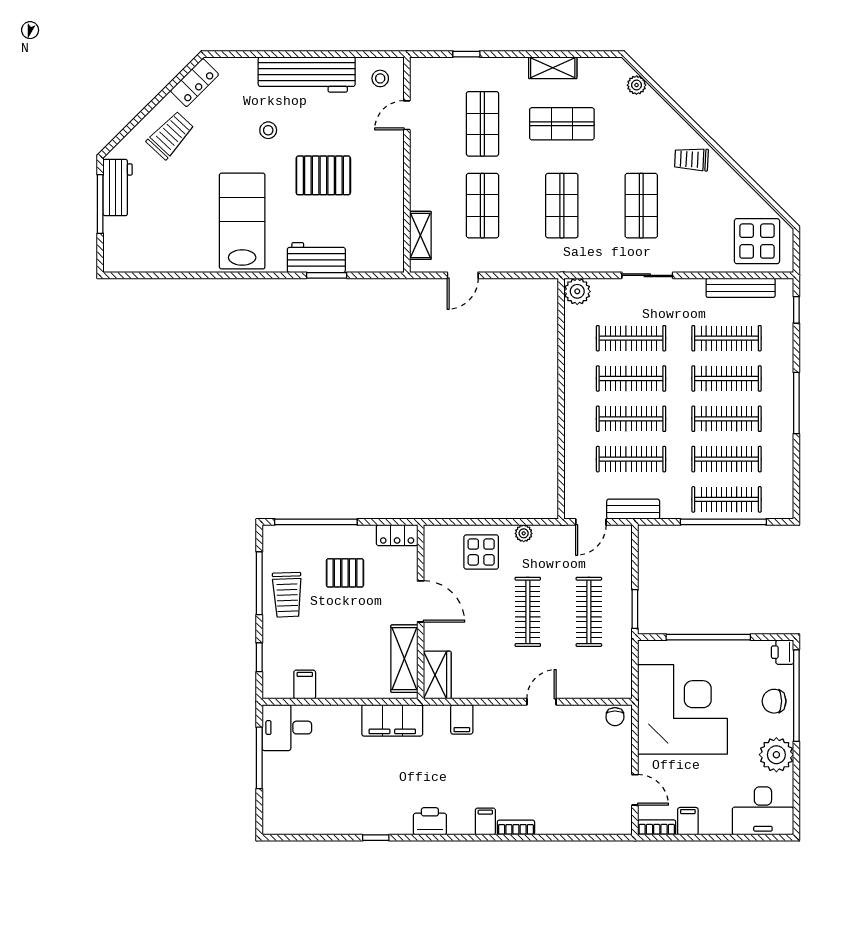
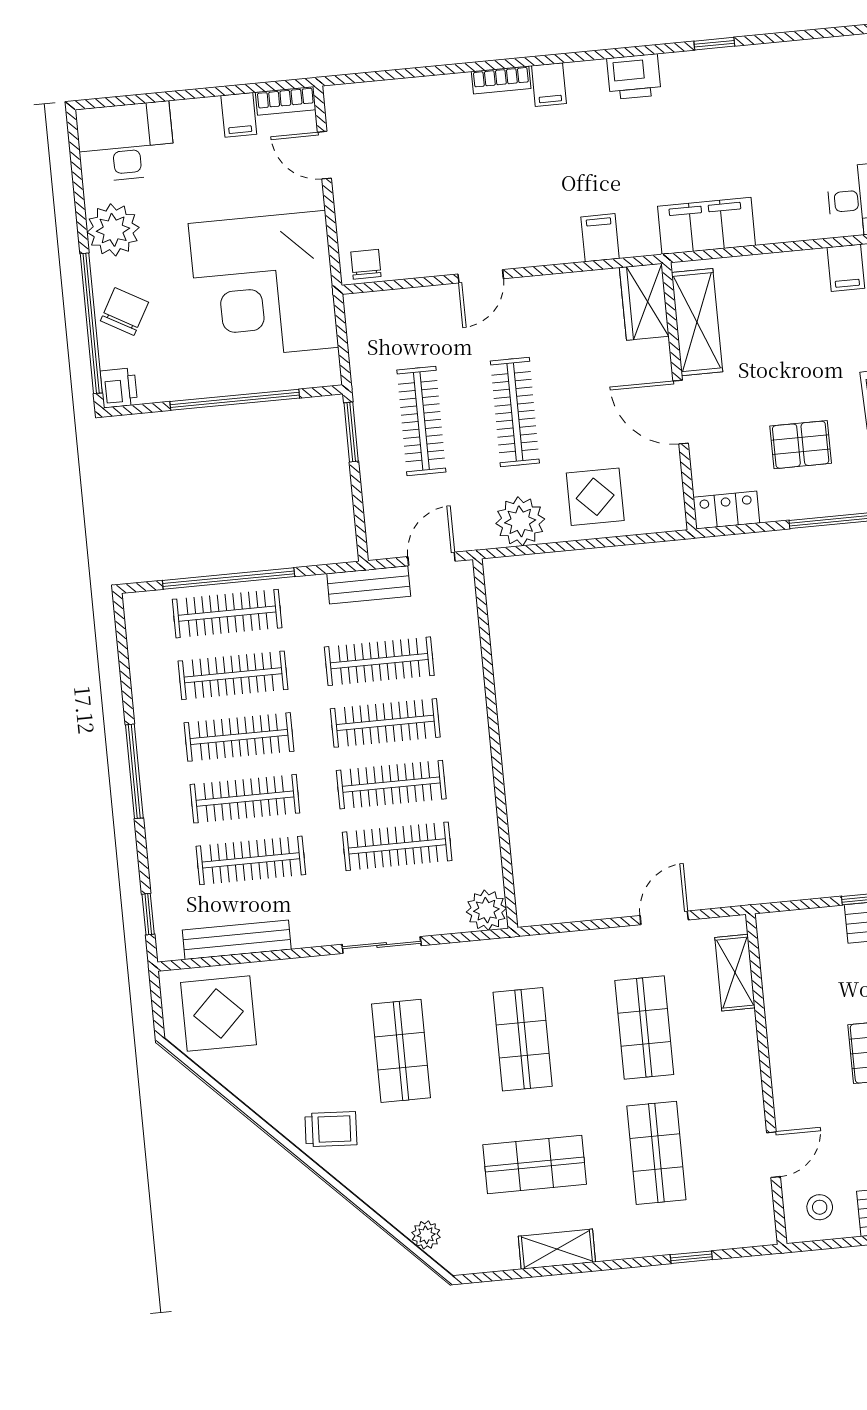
plant: (524, 533) -> (520, 521), width x1.88, depth x1.88
chair: (774, 701) -> (124, 312), turned -61

